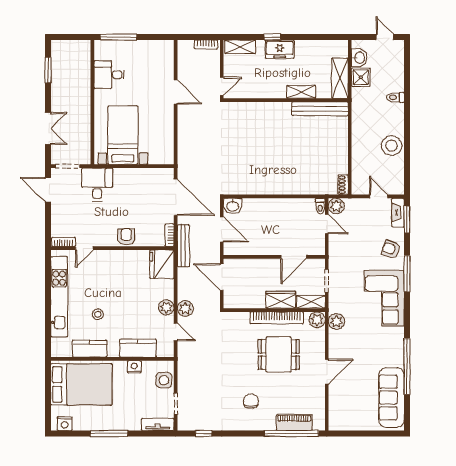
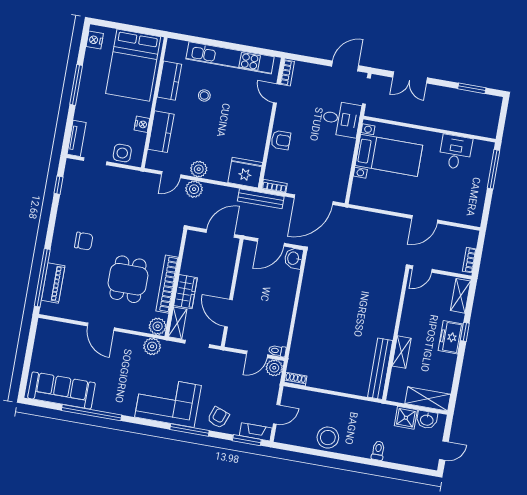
shelving: (340, 78) -> (428, 399), moved
door: (222, 86) -> (422, 269), hinge flipped

